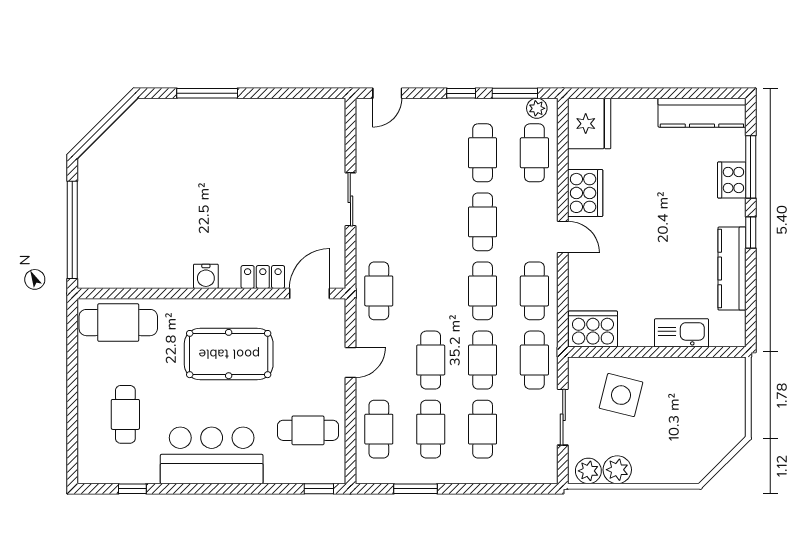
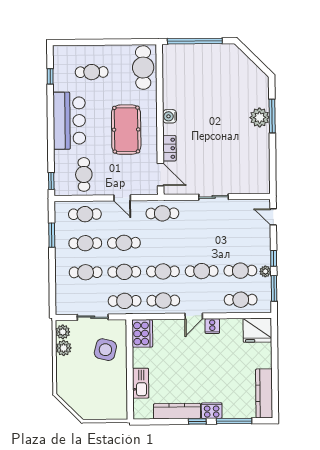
plant: (537, 108) -> (265, 271), moved
plant: (210, 116) -> (260, 117), added
cooker: (732, 180) -> (212, 411), moved
cooker: (585, 193) -> (212, 326), width x0.53, depth x0.76

